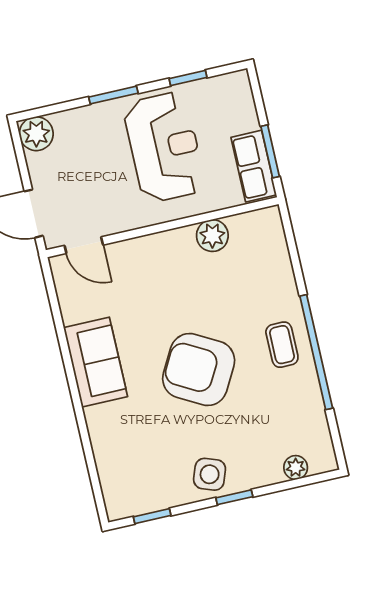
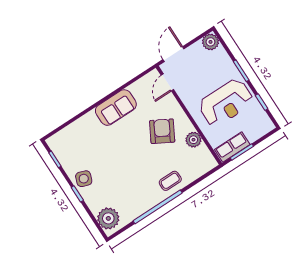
coffee table: (282, 345) -> (170, 181), moved
armchair: (199, 370) -> (162, 131), moved, width x0.73, depth x0.73
plant: (296, 467) -> (108, 218), width x1.88, depth x1.88

